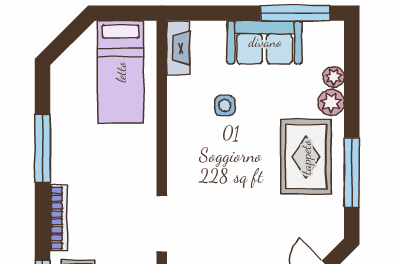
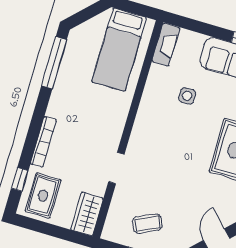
window: (43, 148) -> (54, 63), moved
doorway: (162, 224) -> (116, 168), width x0.73

